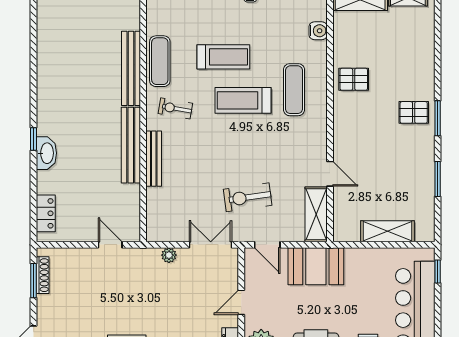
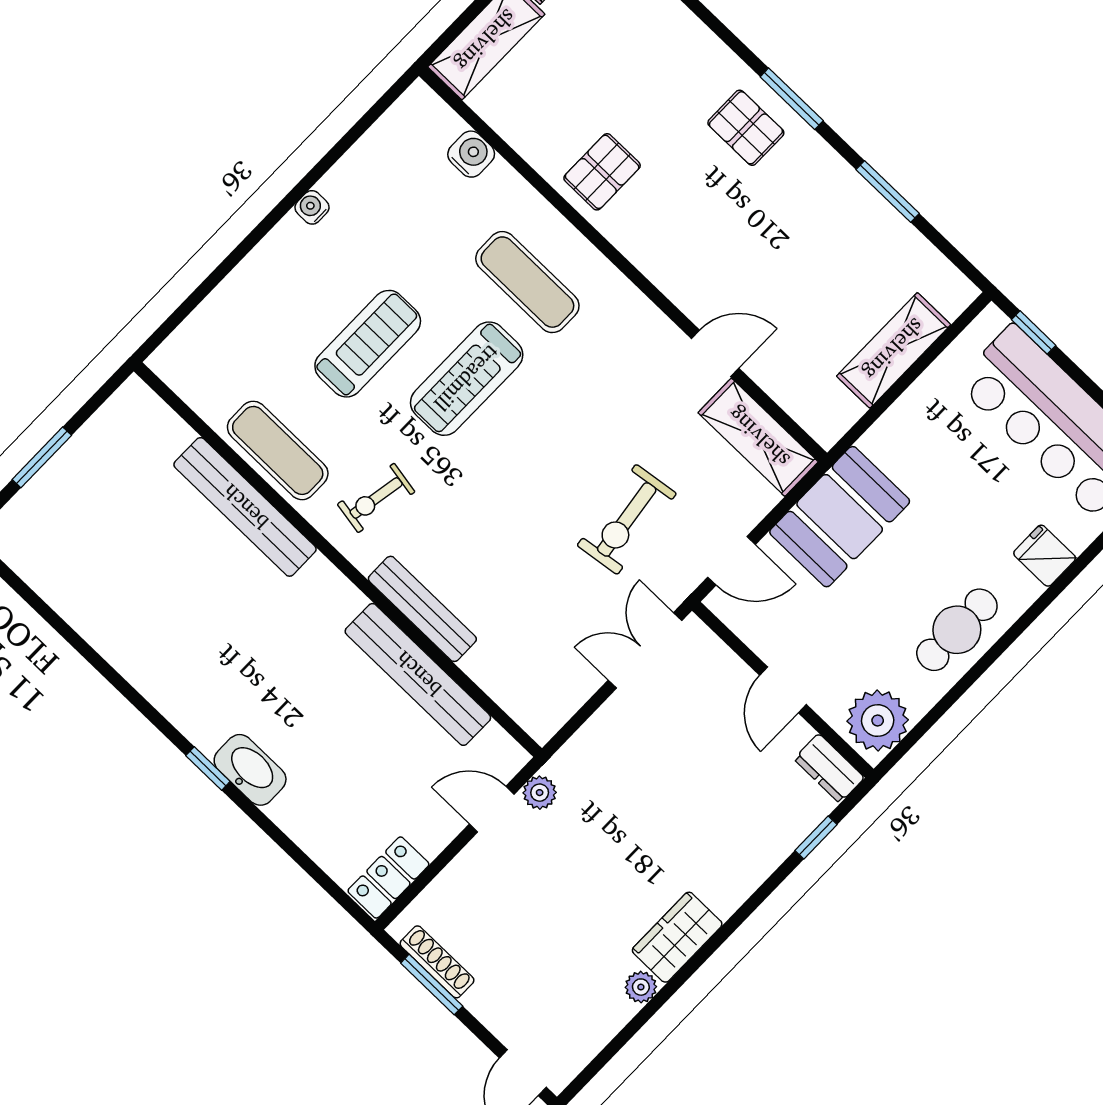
pallet: (414, 112) -> (746, 128), turned 90
bench: (131, 145) -> (418, 674), moved
locker: (46, 213) -> (388, 878), moved, turned -90
plant: (169, 255) -> (540, 793), moved

